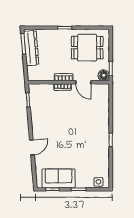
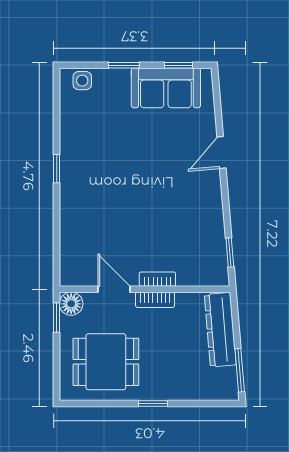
dresser: (31, 48) -> (220, 330), moved

